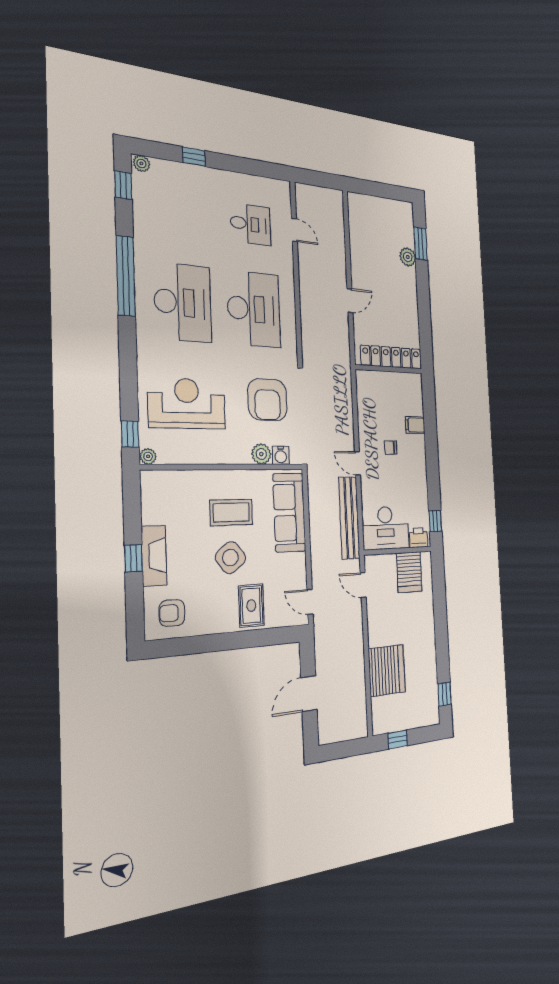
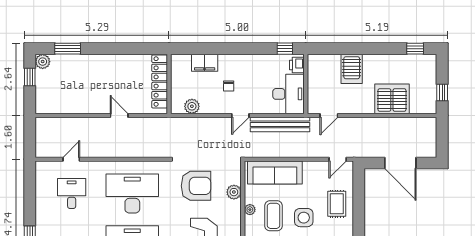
window: (388, 191) -> (30, 77), added
plant: (408, 257) -> (43, 62), moved
plant: (365, 398) -> (192, 106), added
filing cabinet: (415, 425) -> (205, 63), width x2.00
water cooler: (281, 455) -> (235, 177), removed
plant: (239, 477) -> (250, 210), added
side table: (230, 558) -> (304, 218), turned 38
server rack: (409, 572) -> (352, 69), moved, turned 90
rug: (251, 606) -> (337, 204), turned 90
door: (309, 694) -> (400, 163), width x1.36

